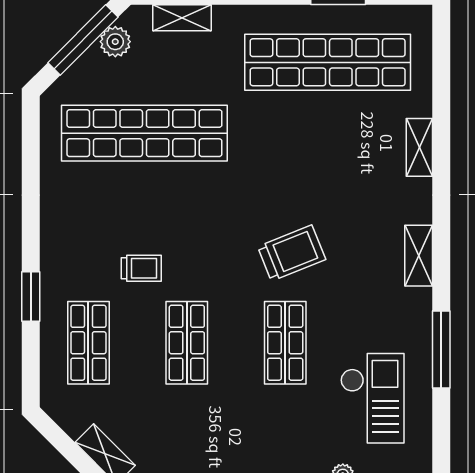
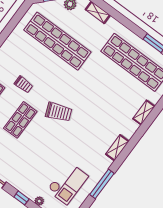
trolley: (292, 253) -> (59, 112), moved
shop shelf: (285, 343) -> (52, 144), removed

